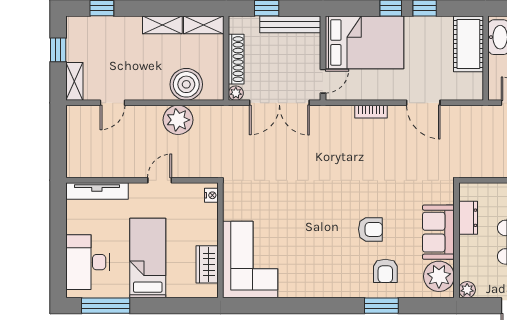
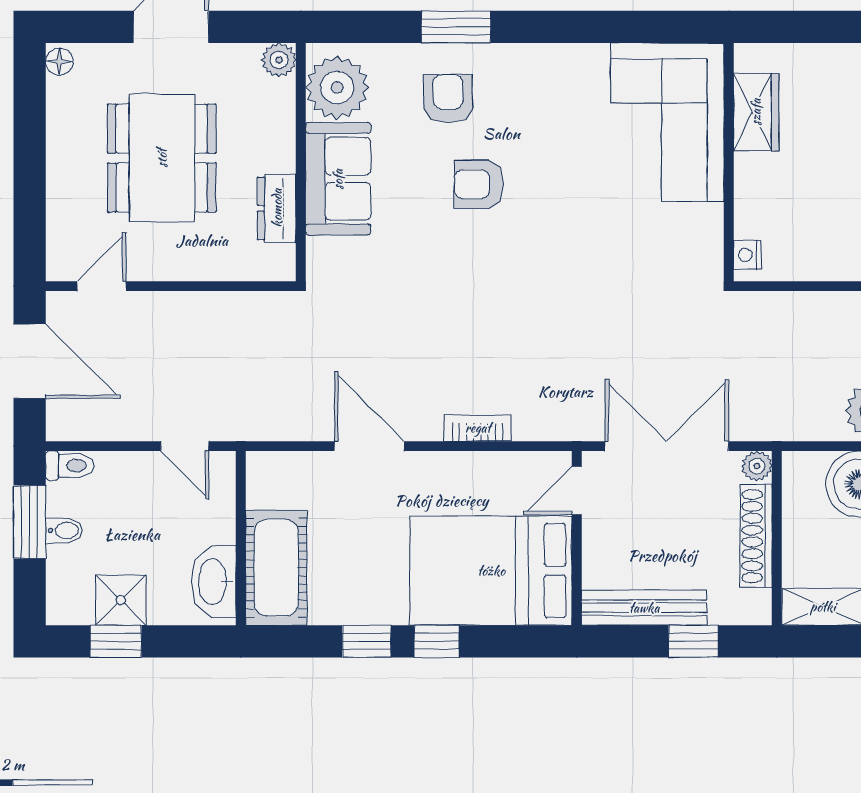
nightstand: (211, 195) -> (747, 255), moved
wall: (220, 240) -> (729, 162), moved
corner sofa: (250, 259) -> (667, 122), moved
wardrobe: (207, 264) -> (756, 112), moved

